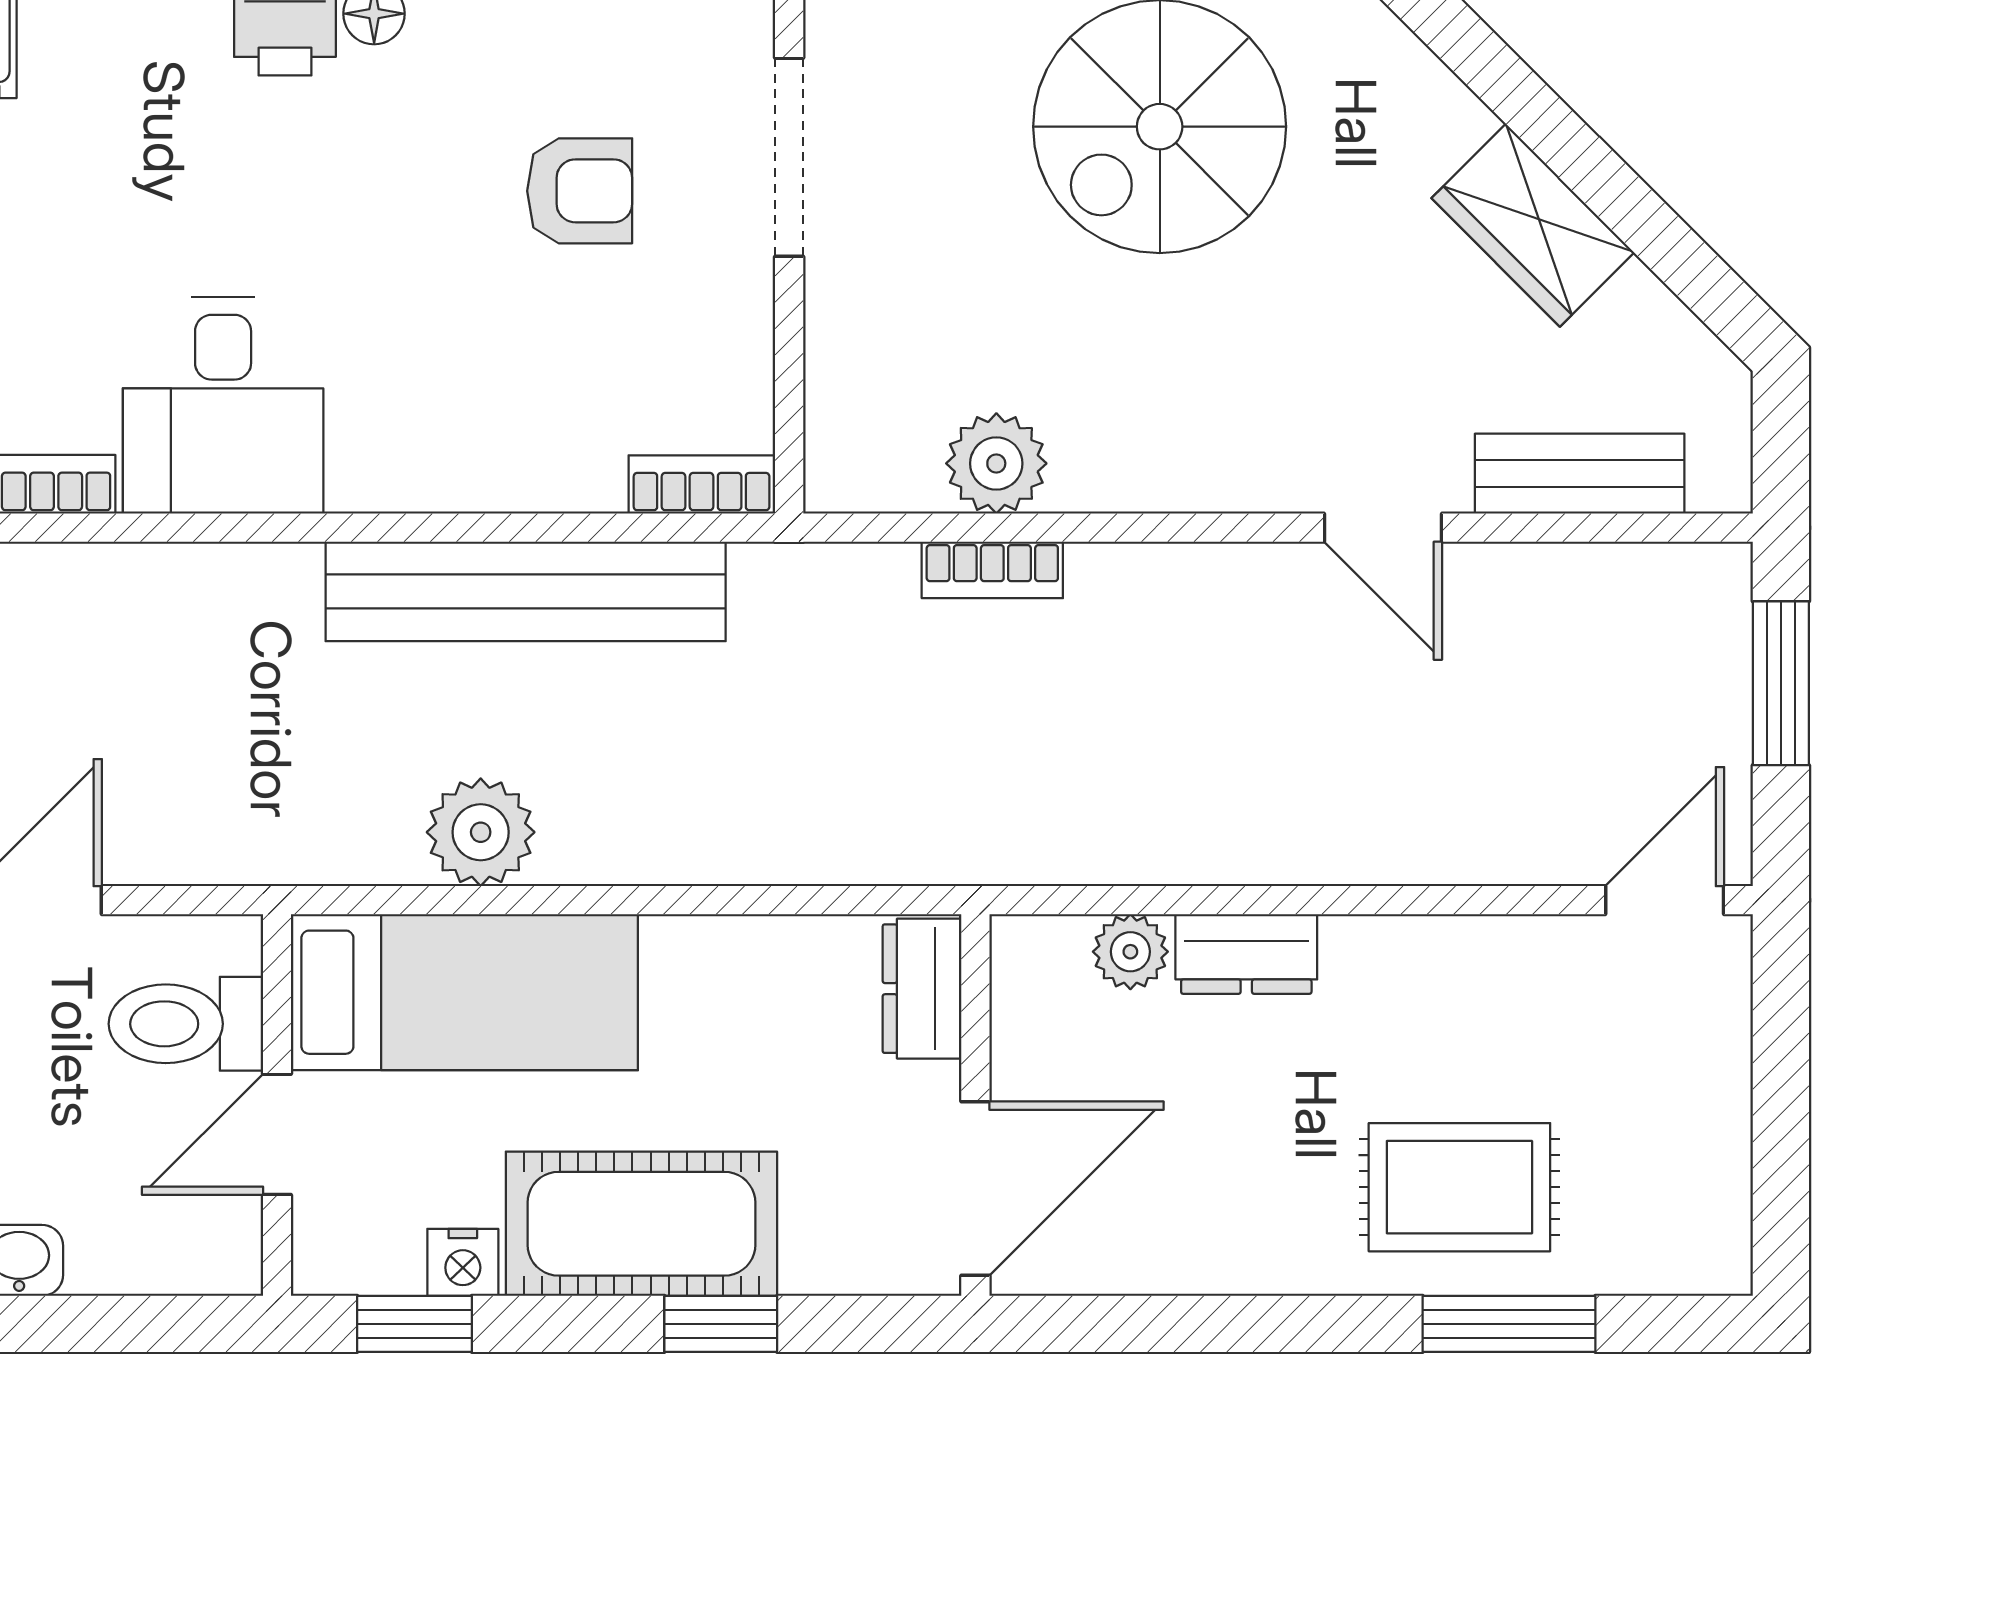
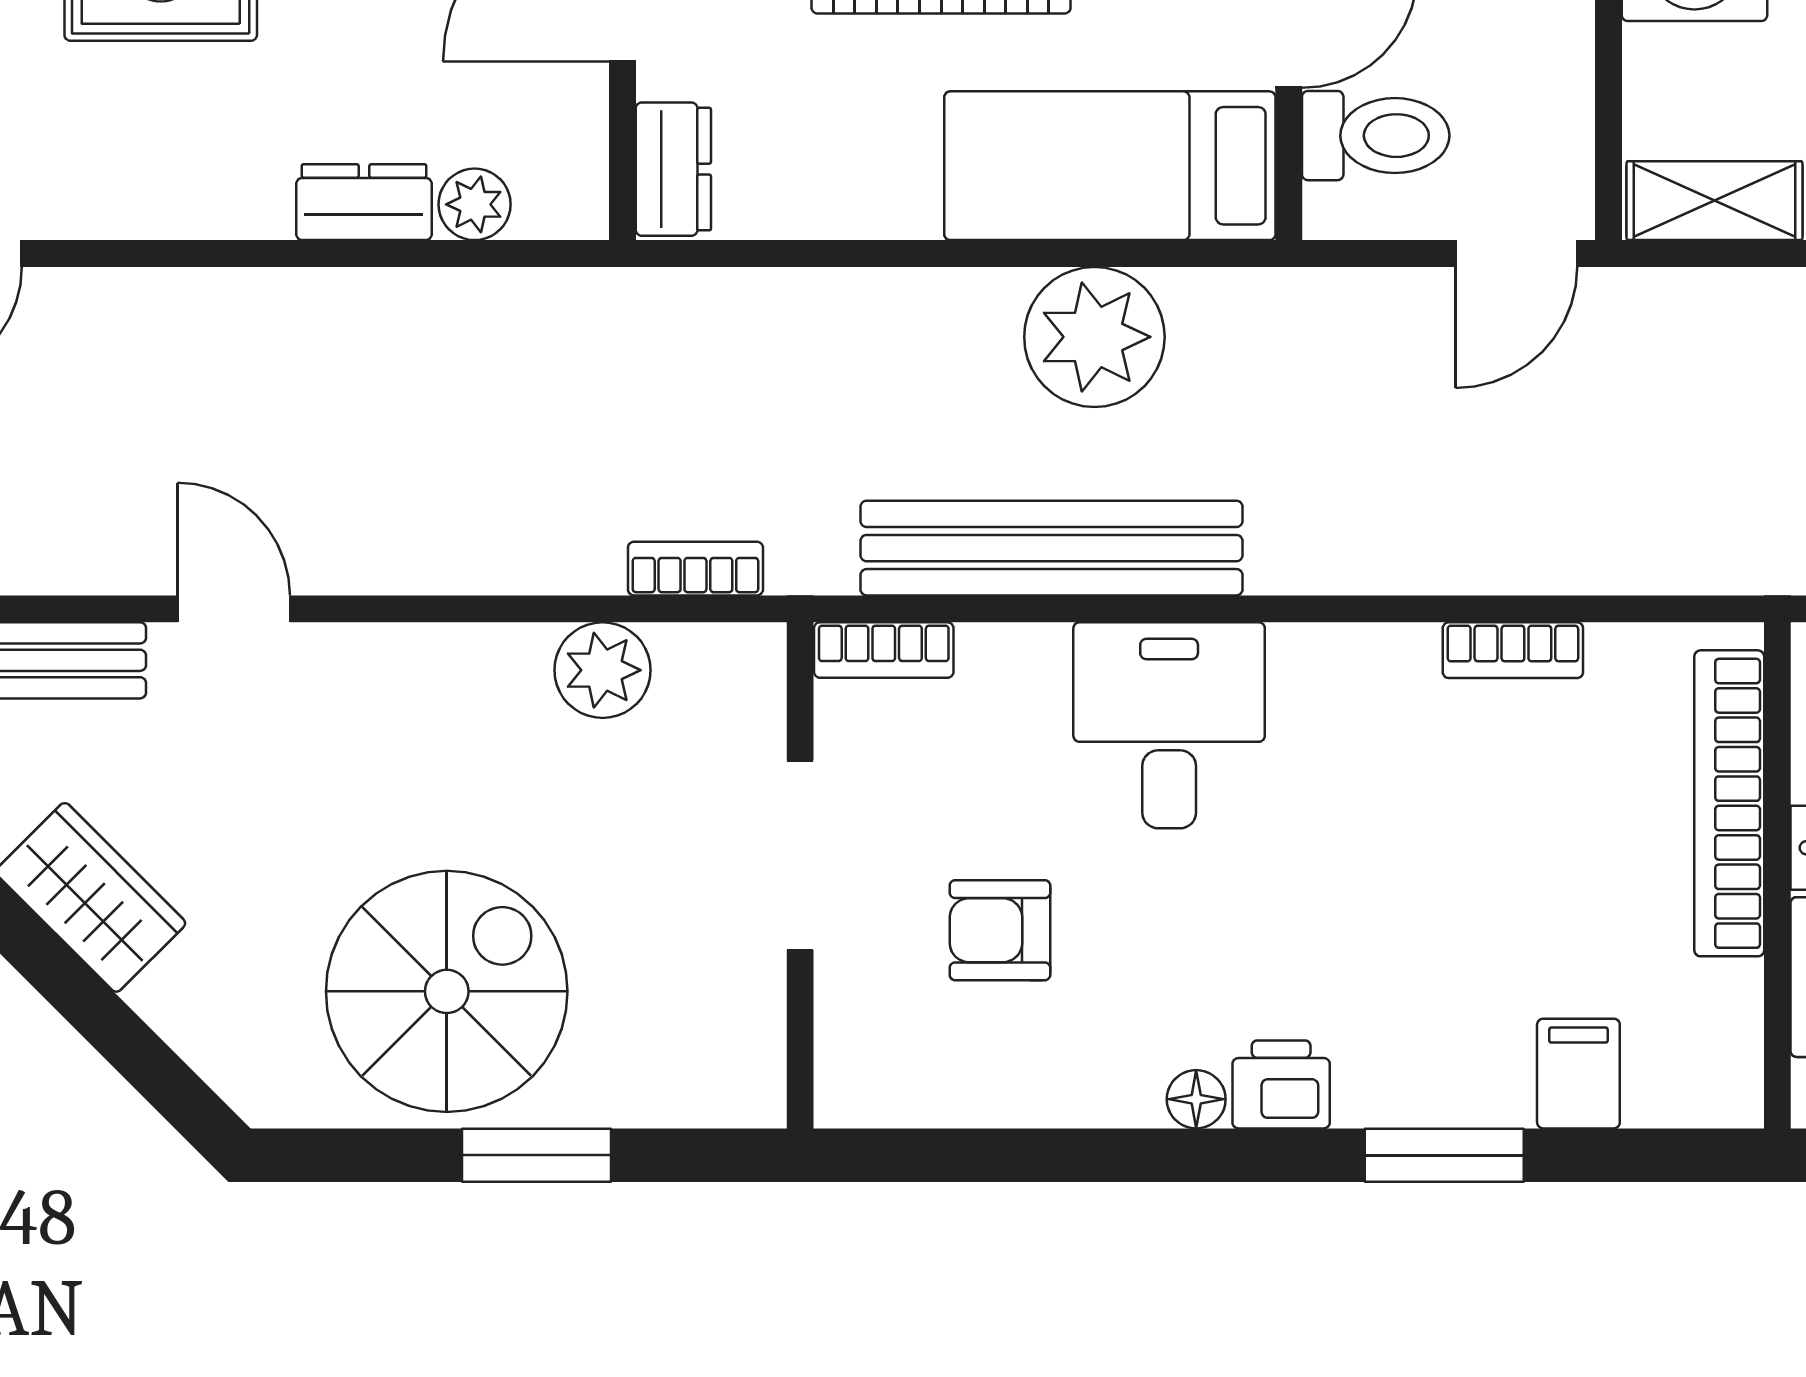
doorway: (789, 157) -> (800, 855), moved
desk: (223, 406) -> (1169, 725), moved
bookcase: (992, 570) -> (695, 569), moved
plant: (481, 832) -> (1094, 337), width x1.36, depth x1.36

